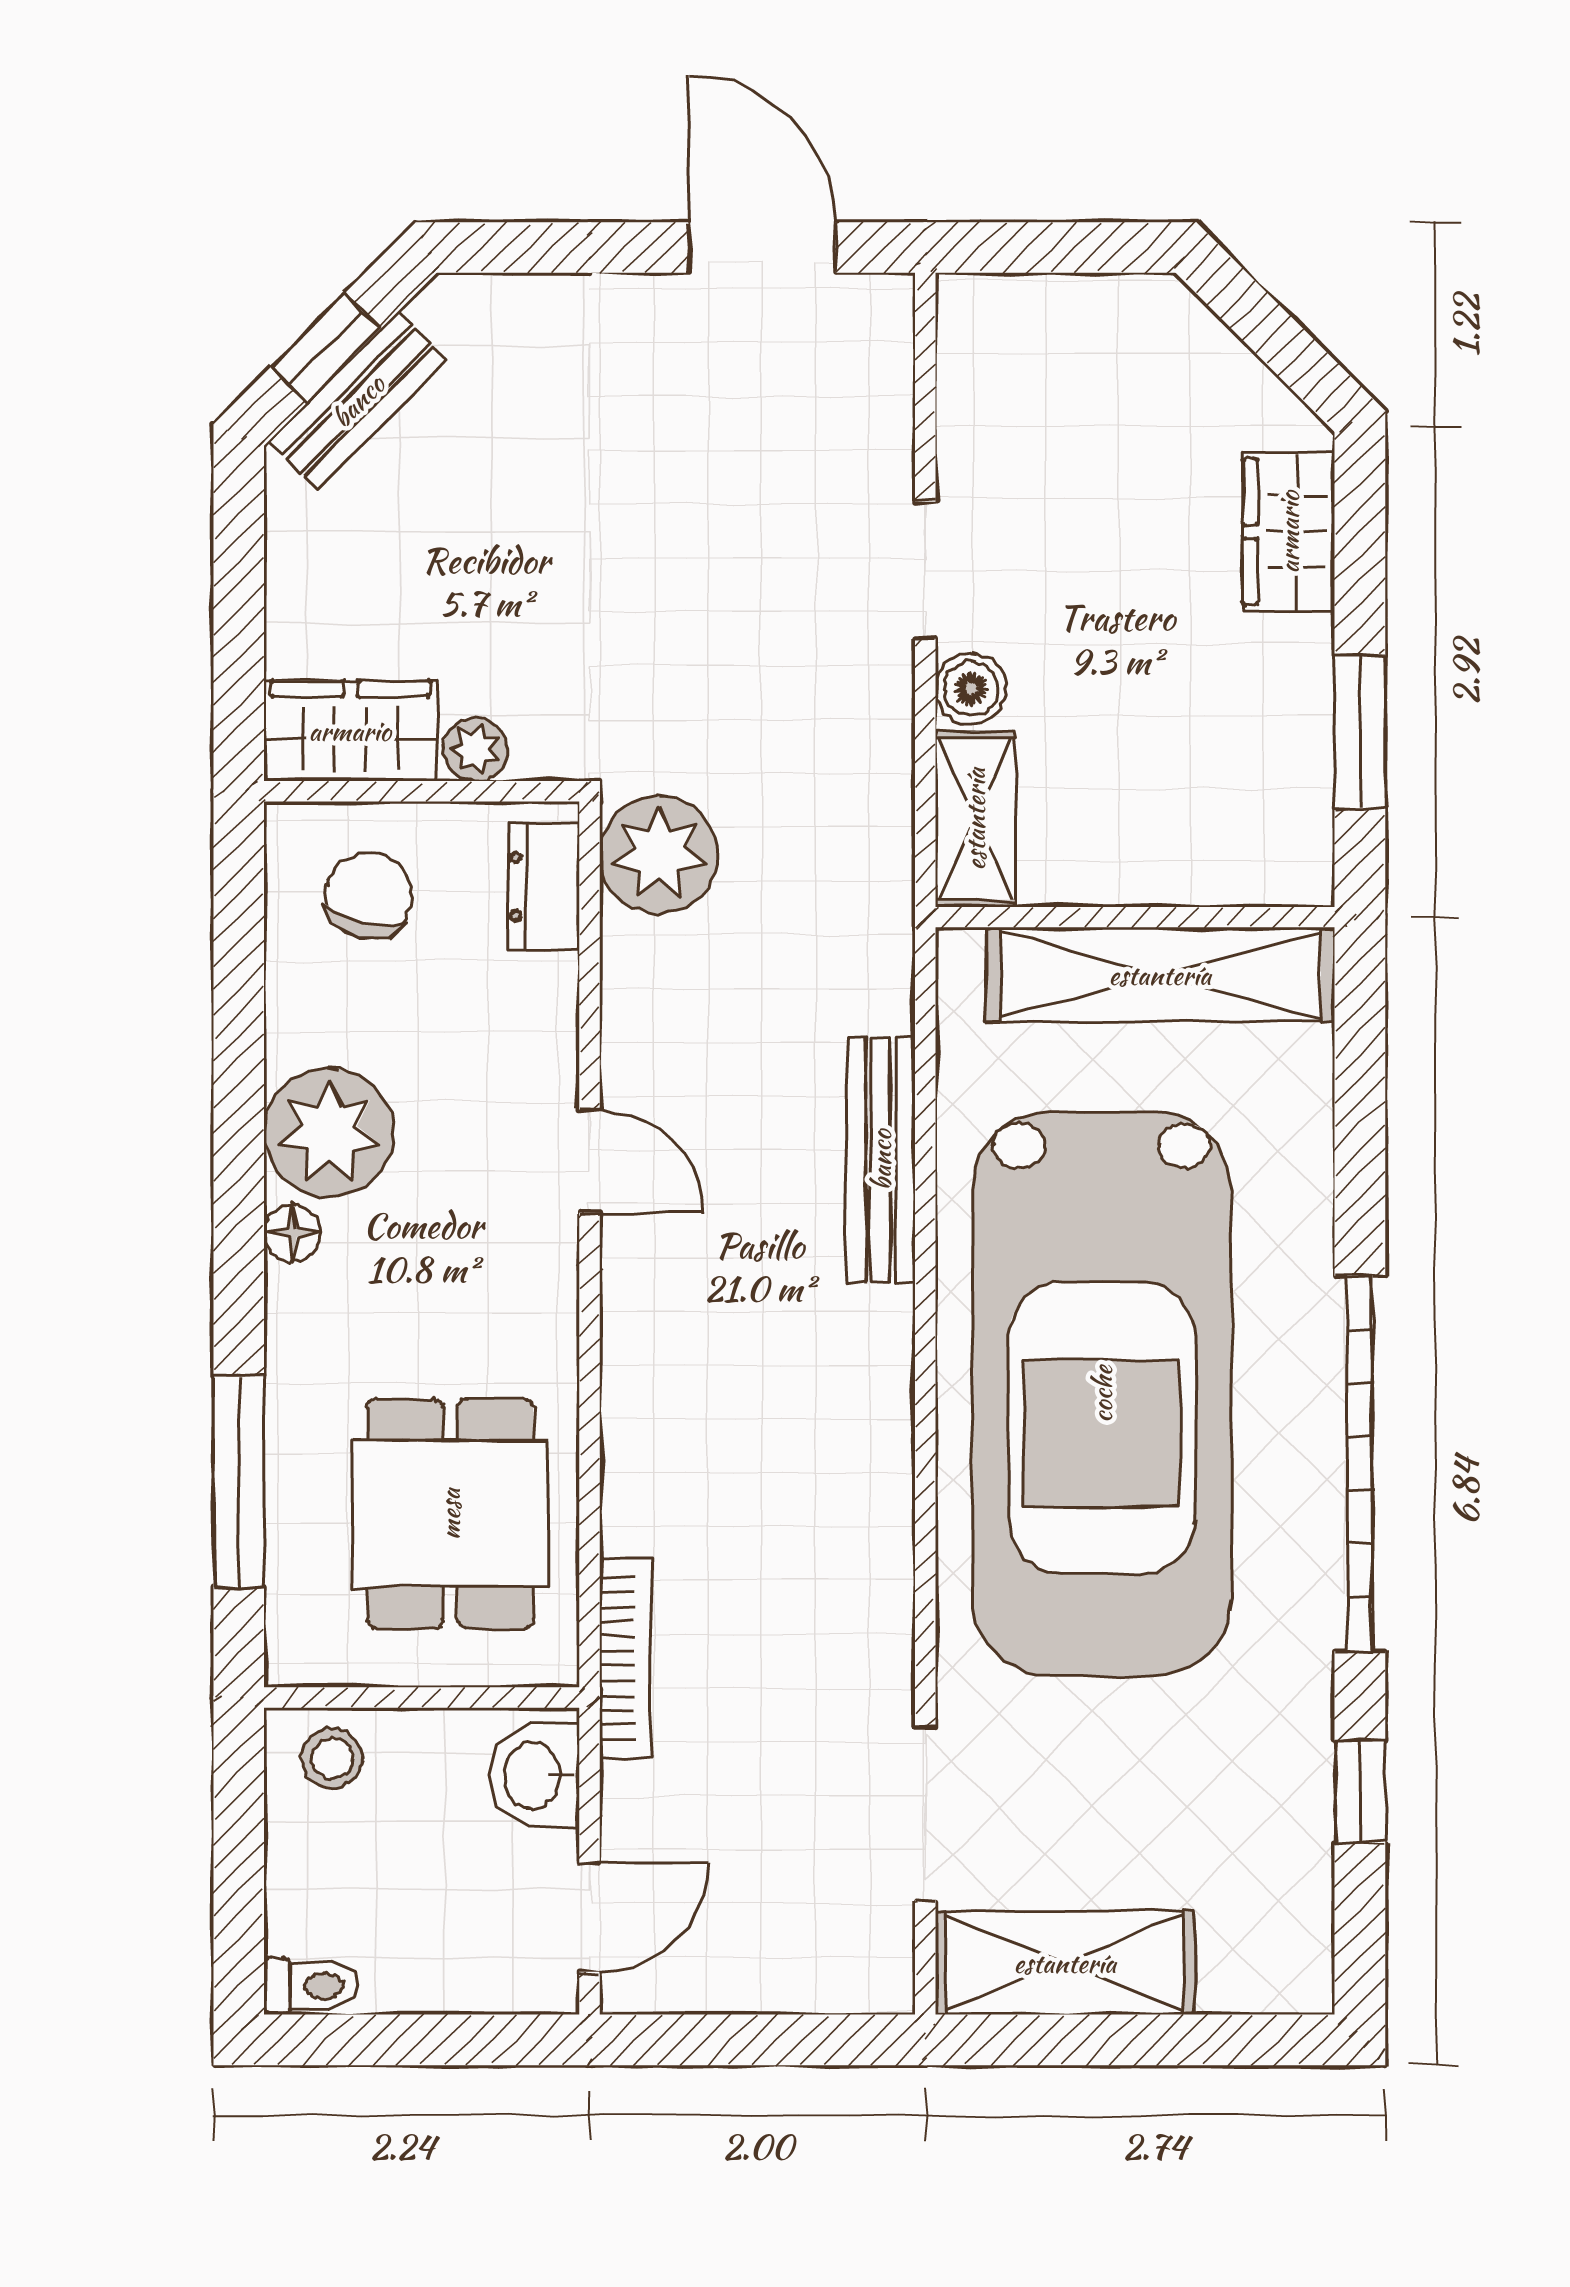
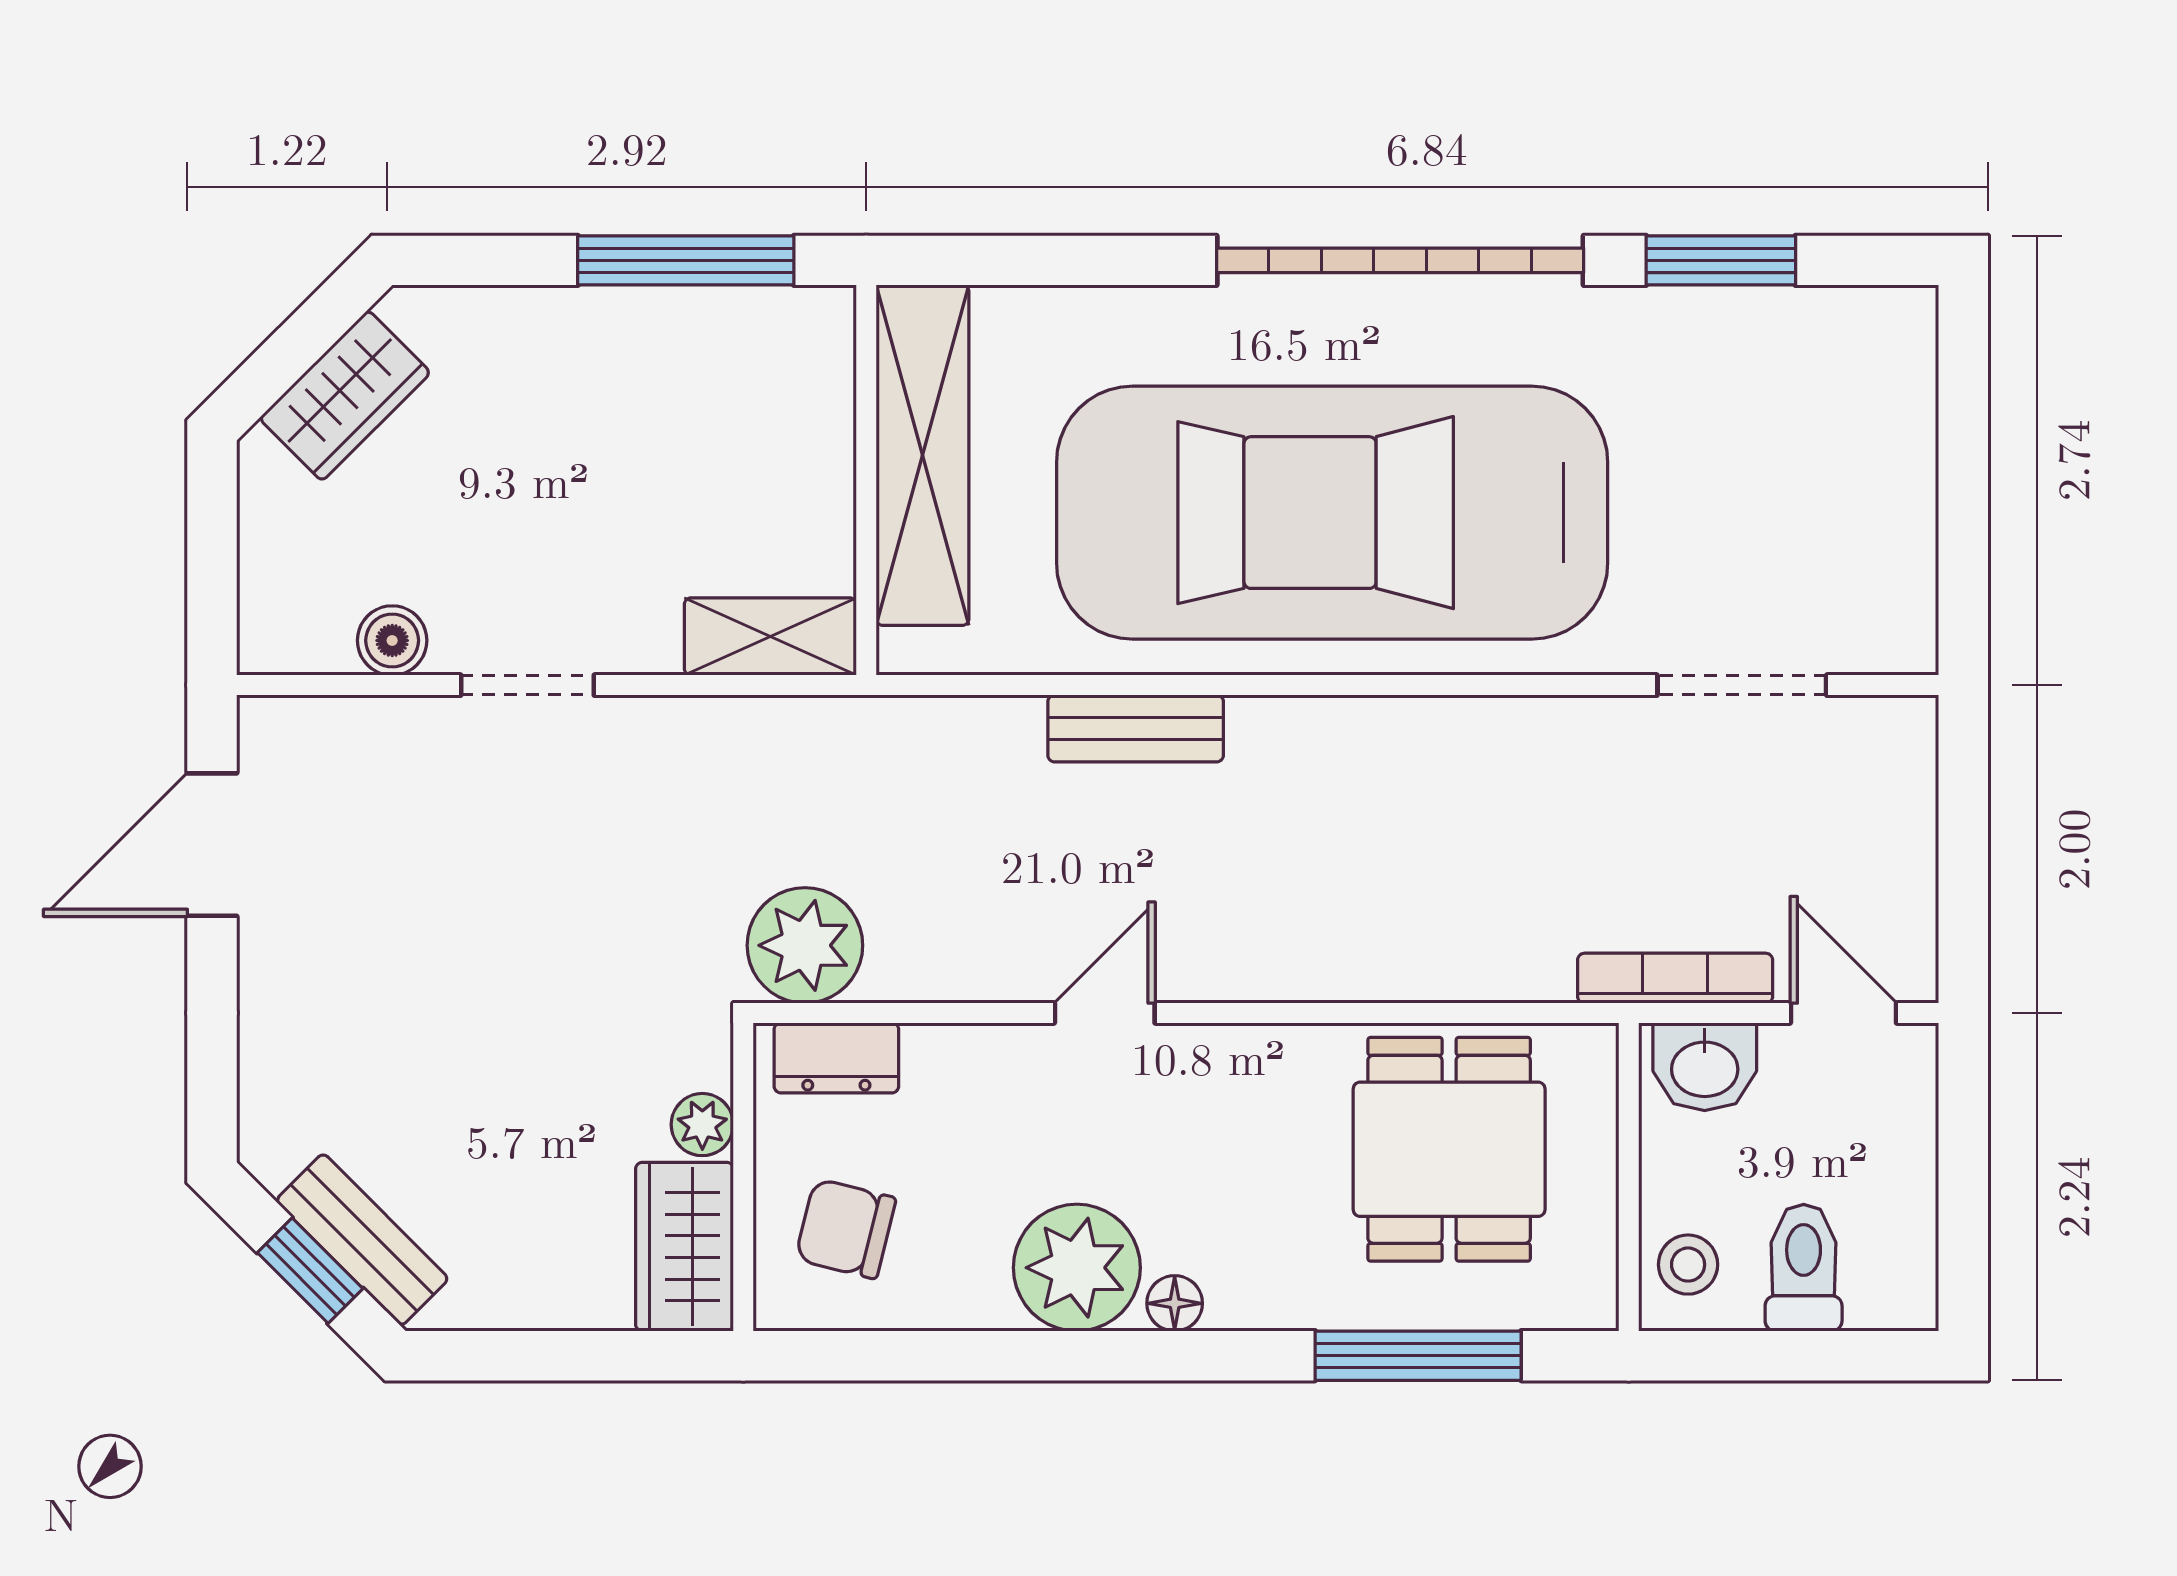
wardrobe: (1289, 532) -> (345, 396), moved, turned -45
boiler: (971, 689) -> (392, 640), moved
window: (1360, 732) -> (686, 260), width x1.44
bench: (881, 1160) -> (1136, 728), width x0.73
car: (1102, 1394) -> (1332, 513), turned 180
dining table: (450, 1514) -> (1449, 1149), turned 90
bookcase: (625, 1658) -> (1675, 978), moved
window: (1360, 1792) -> (1721, 260), width x1.50
shelving: (1065, 1963) -> (1888, 549), removed
toilet: (311, 1986) -> (1804, 1268), moved, width x1.37, depth x1.39

